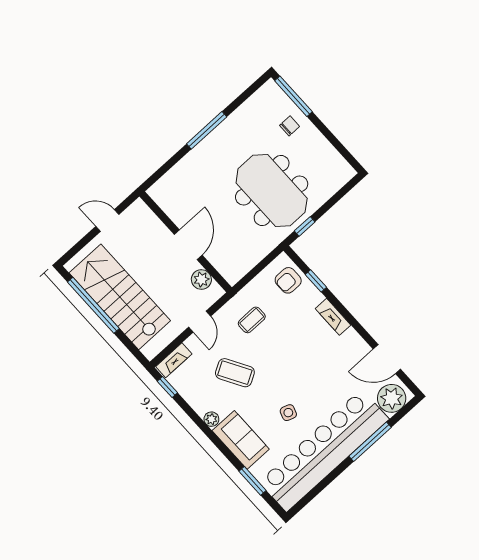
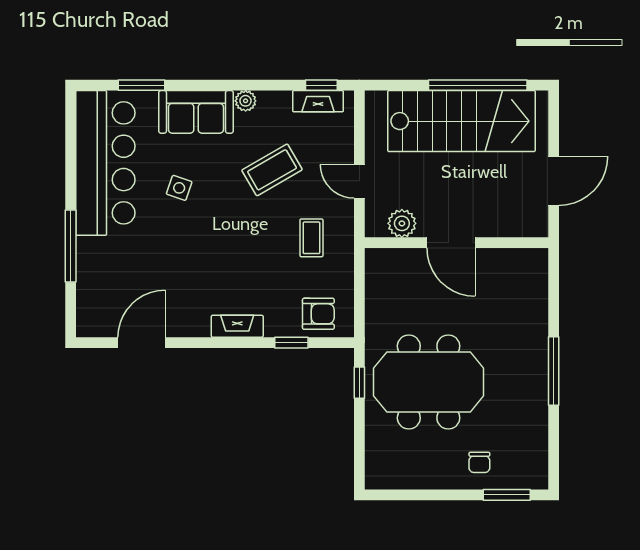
window: (293, 96) -> (507, 495), width x0.69
door: (107, 220) -> (554, 181), width x1.38
armchair: (288, 280) -> (318, 314), turned 90
fireplace: (174, 360) -> (318, 101), moved, turned -90
plant: (392, 398) -> (96, 310), removed
bar counter: (324, 451) -> (105, 163), width x0.73

